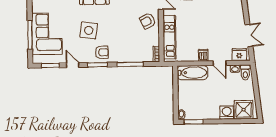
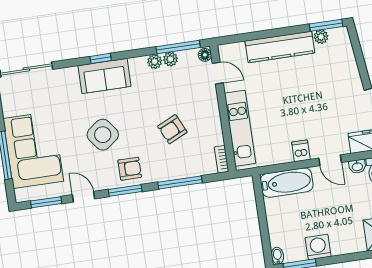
armchair: (148, 21) -> (172, 129), moved
side table: (89, 30) -> (103, 135), turned 45
washing machine: (227, 112) -> (318, 247), moved

